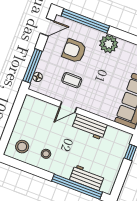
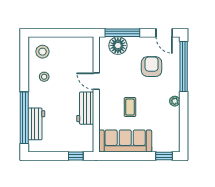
plant: (109, 44) -> (175, 101), width x0.53, depth x0.53
floor lamp: (38, 77) -> (118, 46), width x1.89, depth x1.89
coffee table: (72, 80) -> (130, 107), moved

